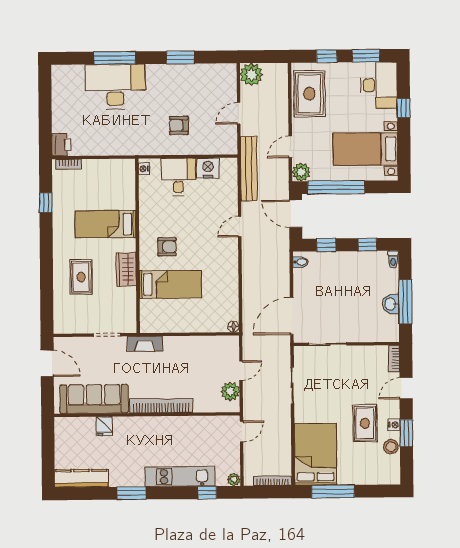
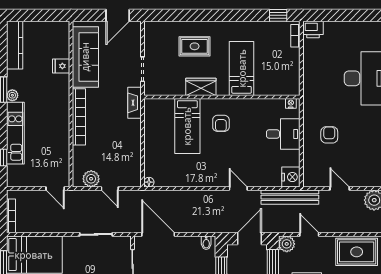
nightstand: (208, 168) -> (291, 177), moved
window: (46, 203) -> (278, 15), moved
plant: (234, 479) -> (12, 95), moved

